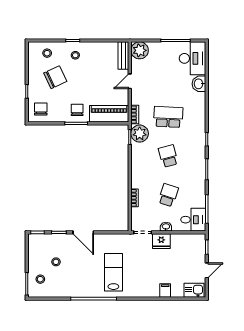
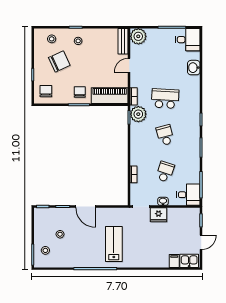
desk: (192, 58) -> (188, 40), width x0.73
filing cabinet: (165, 290) -> (174, 261), moved

